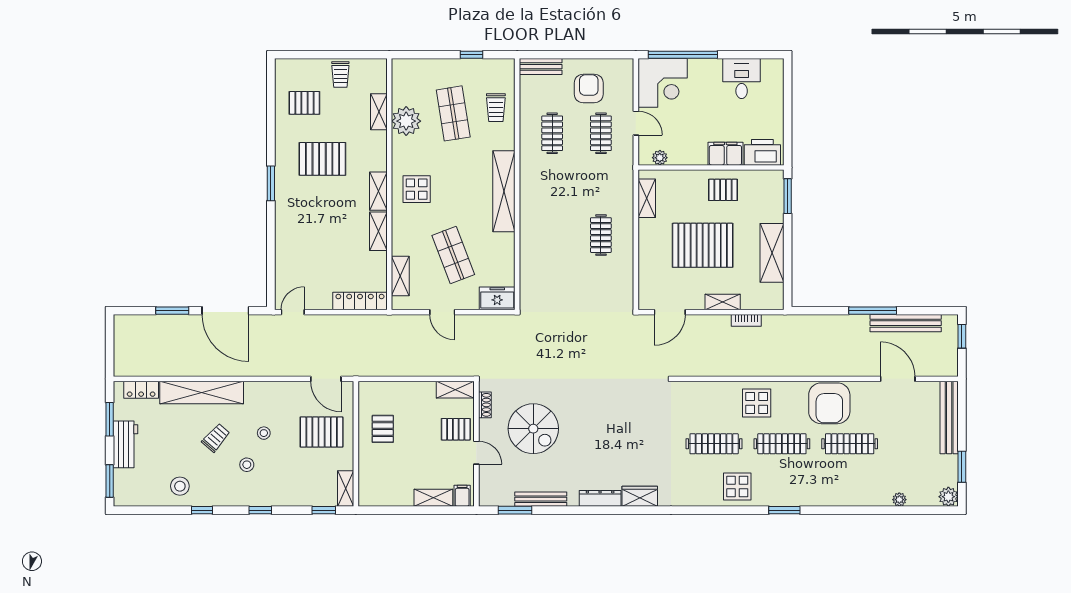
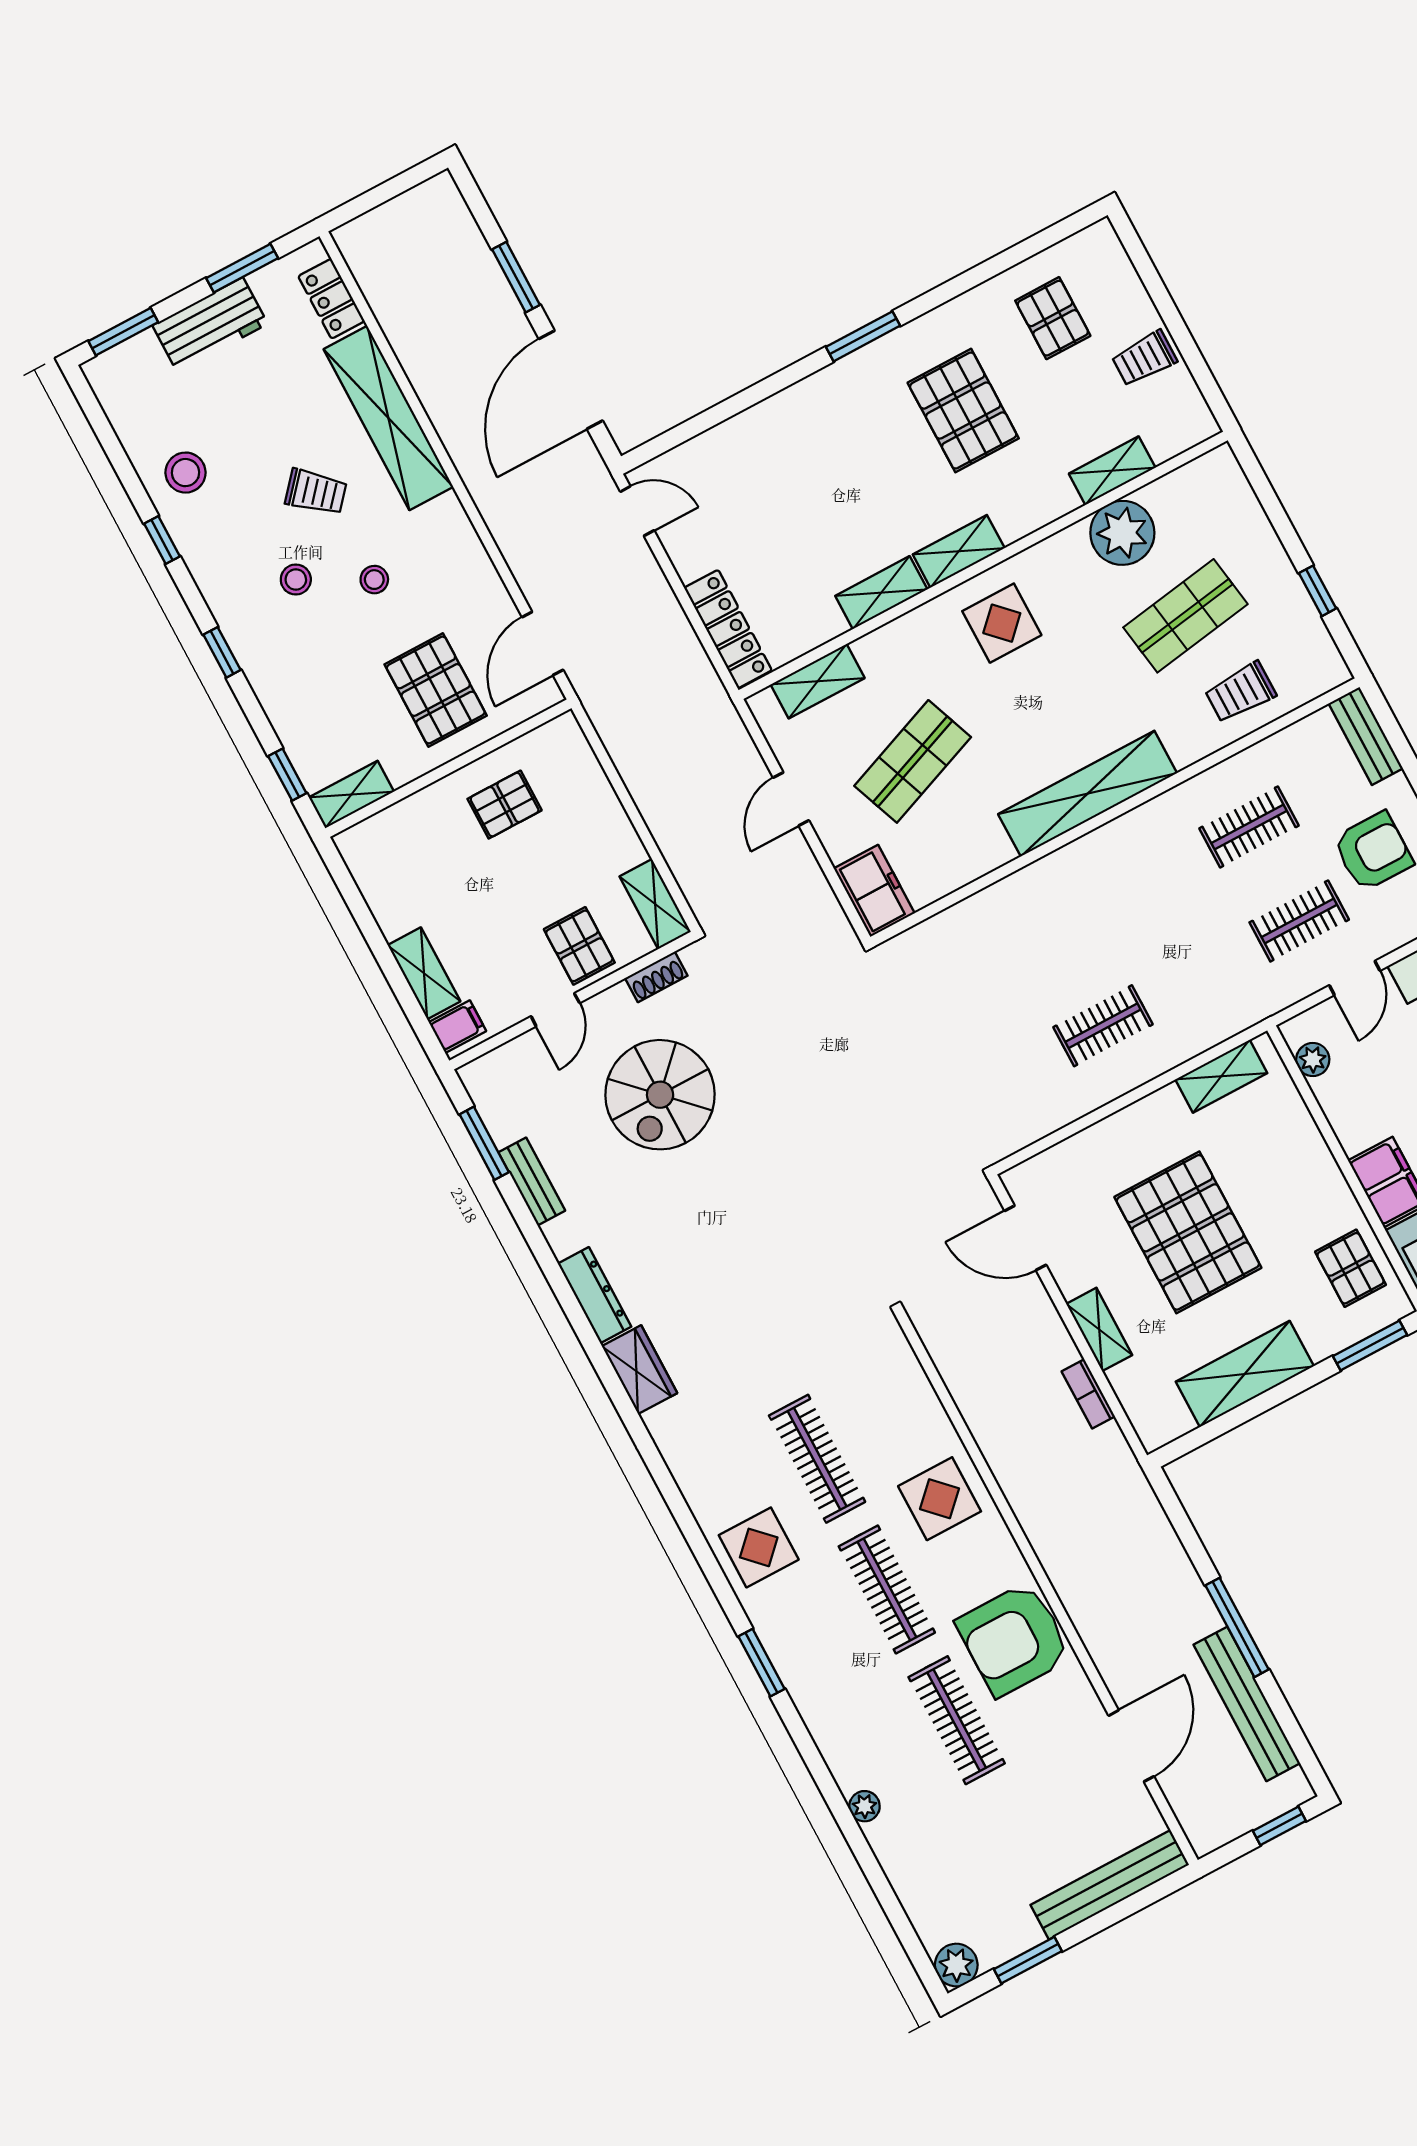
pallet: (723, 190) -> (1350, 1268), moved
bench: (541, 499) -> (532, 1182), width x0.73
plant: (899, 500) -> (865, 1806), moved

